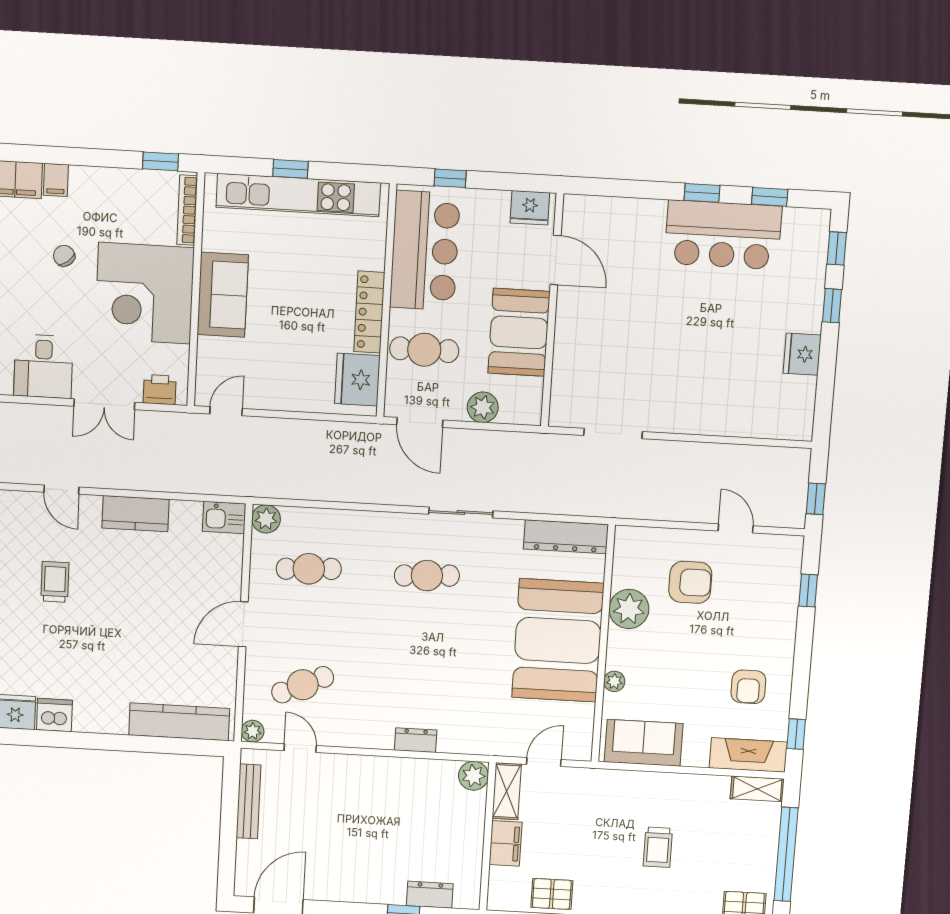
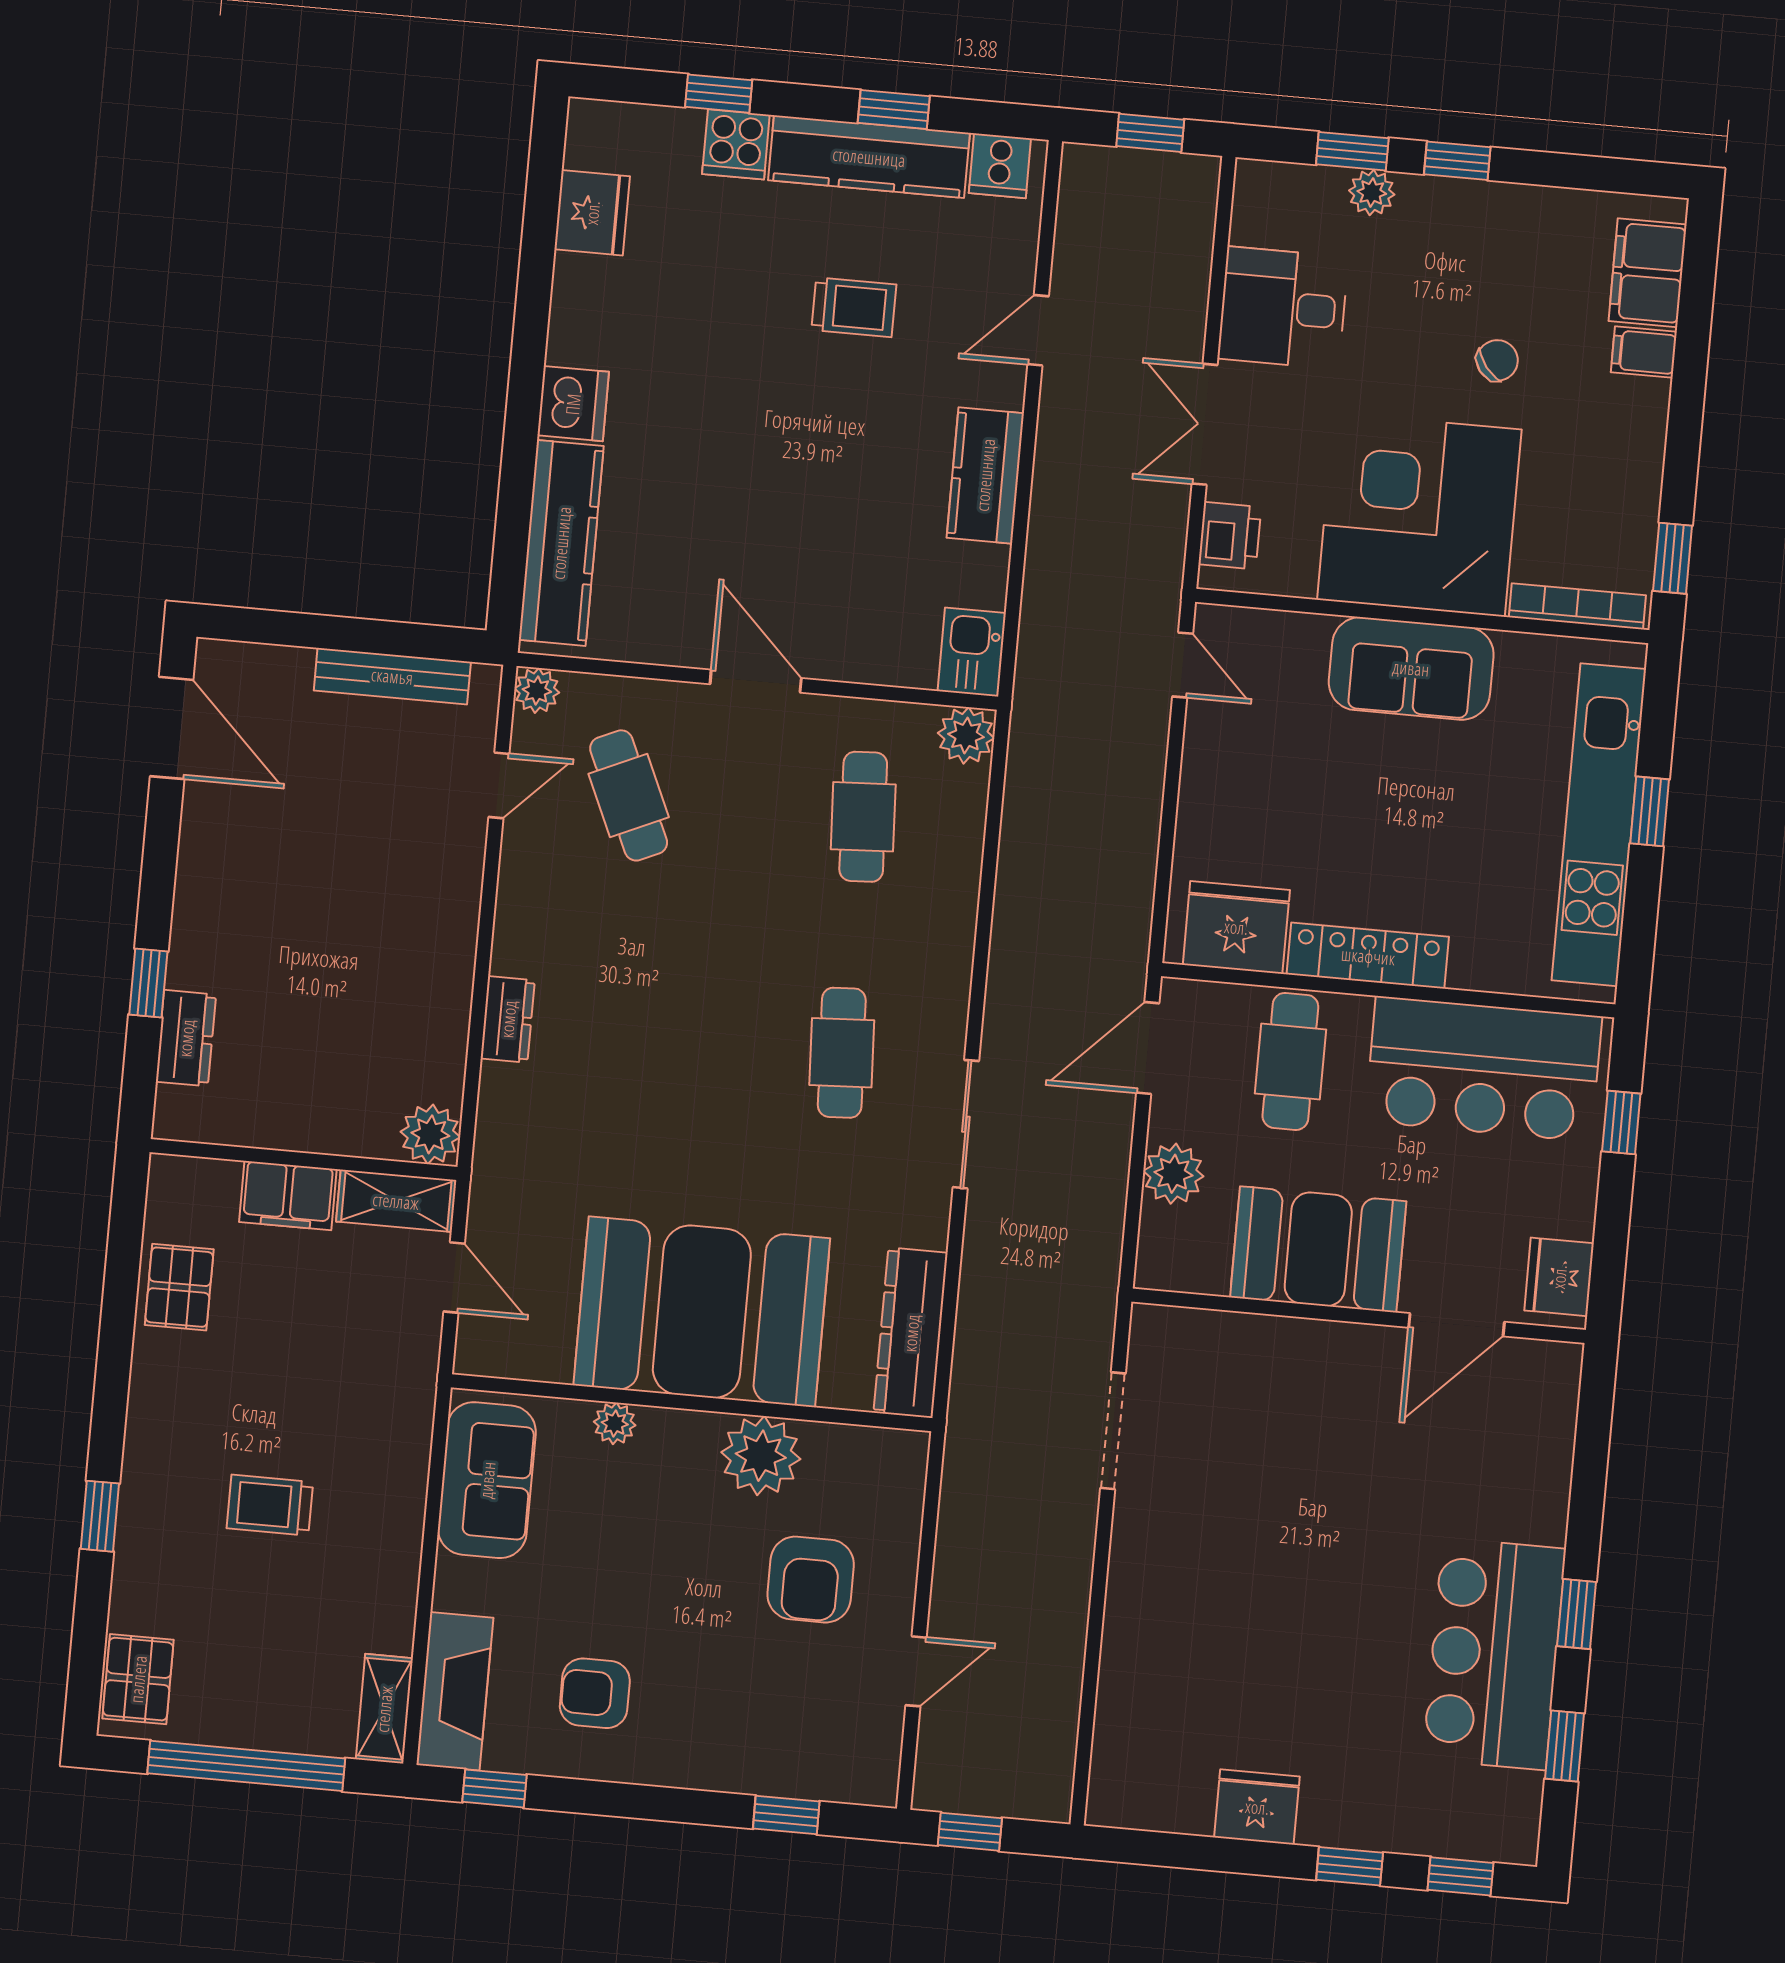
dishwasher: (54, 715) -> (573, 404), moved

